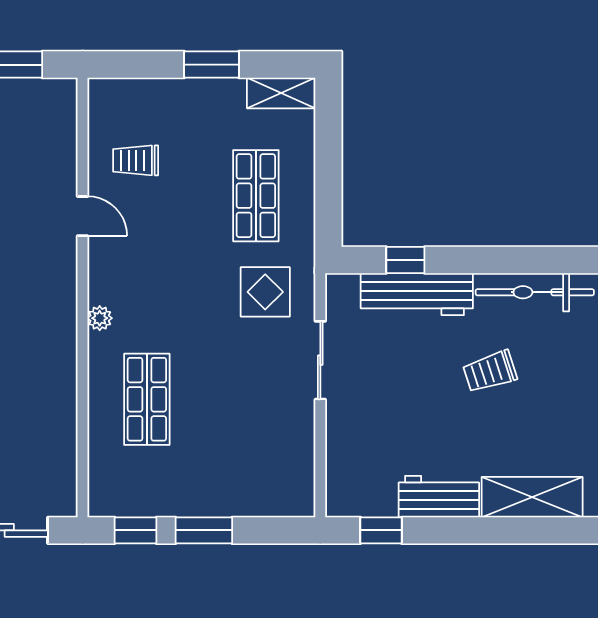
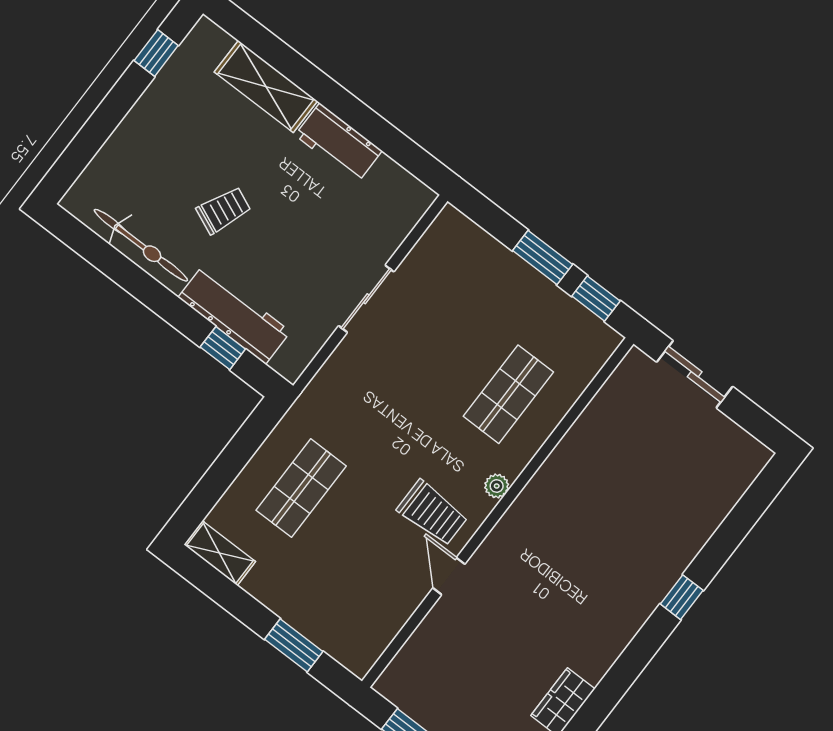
window: (211, 65) -> (294, 645), moved
trolley: (136, 160) -> (432, 513), moved, width x1.36, depth x1.39
display table: (265, 292) -> (351, 407), removed
sliding door: (320, 360) -> (366, 299), moved
trolley: (490, 372) -> (224, 210), turned -49
window: (381, 530) -> (404, 151), removed

